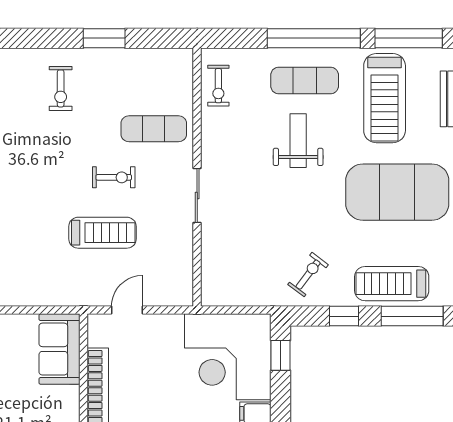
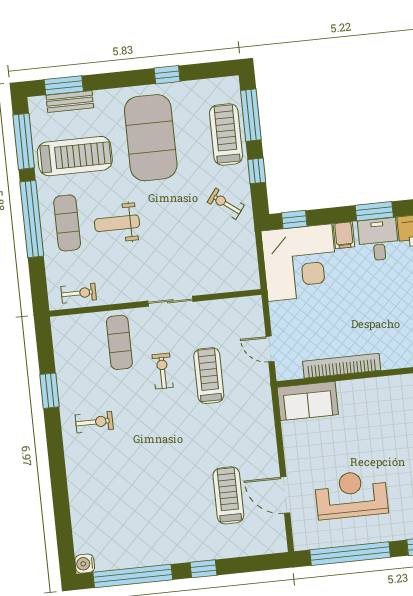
treadmill: (392, 284) -> (226, 134), turned 180

